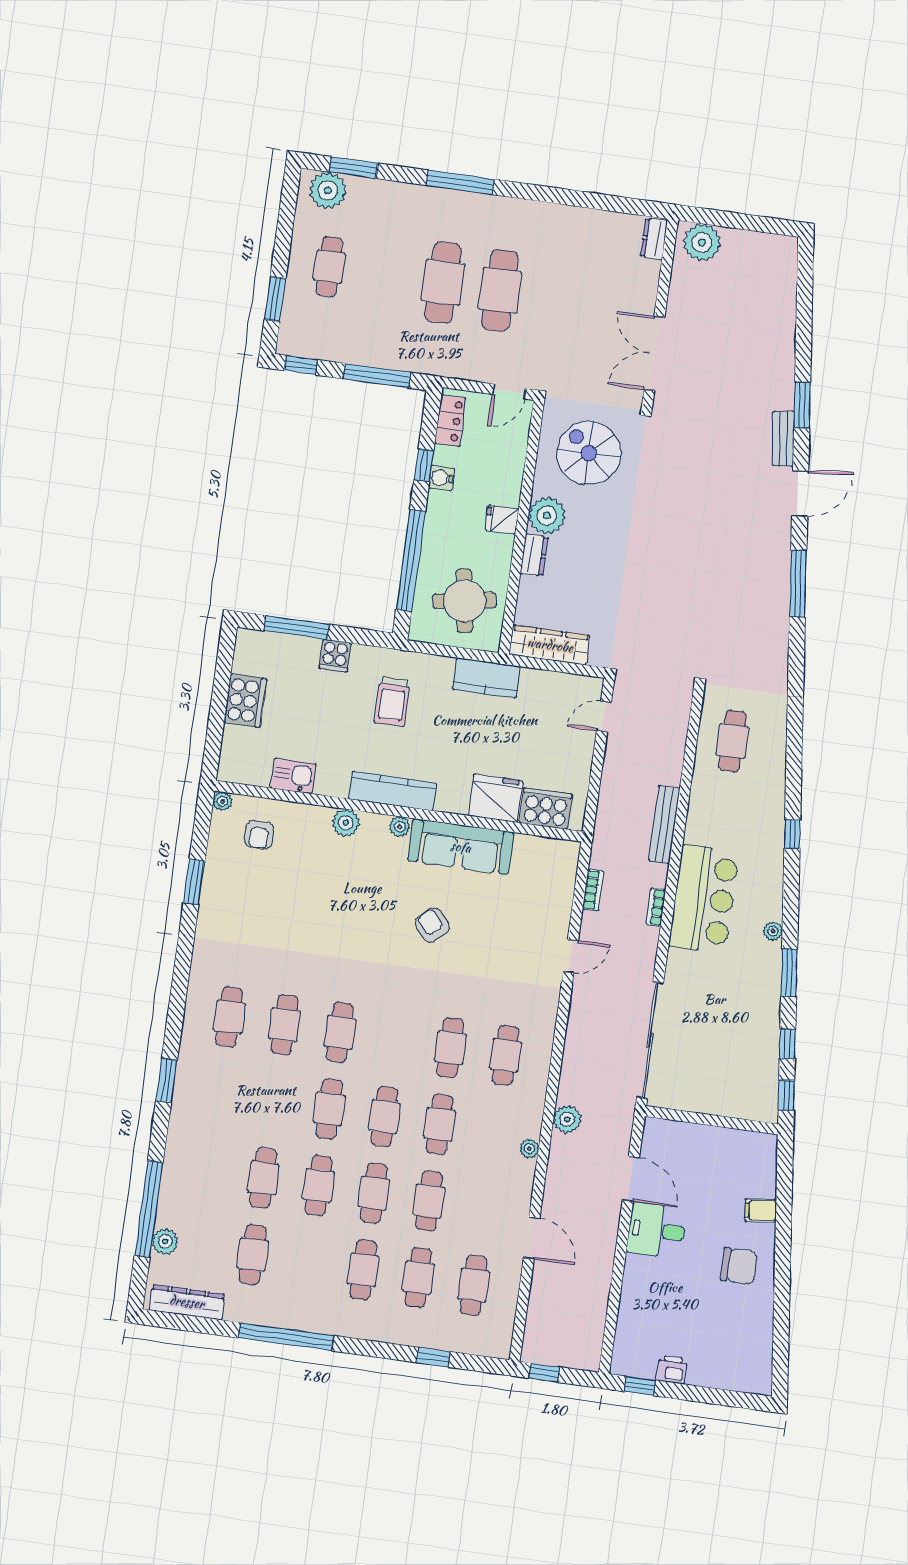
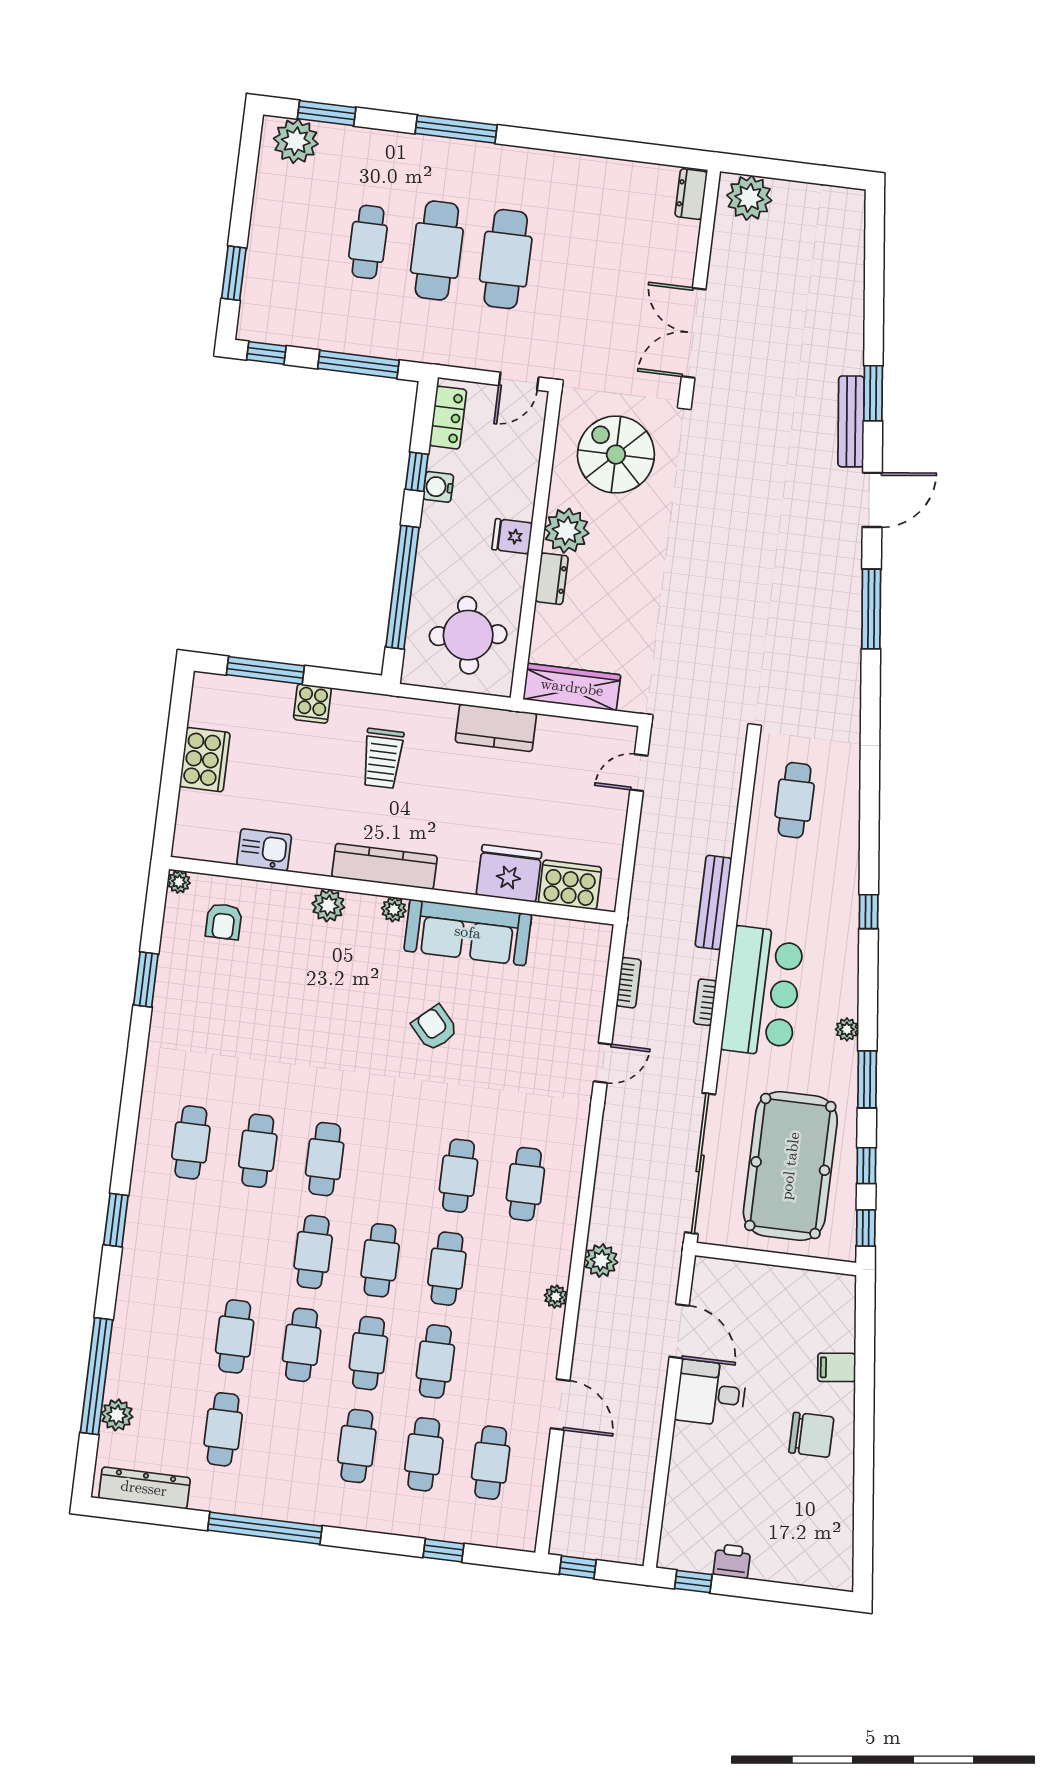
cafe table: (329, 267) -> (368, 242), moved
bench: (783, 439) -> (851, 421), width x1.36
pool table: (725, 1043) -> (790, 1166), added

